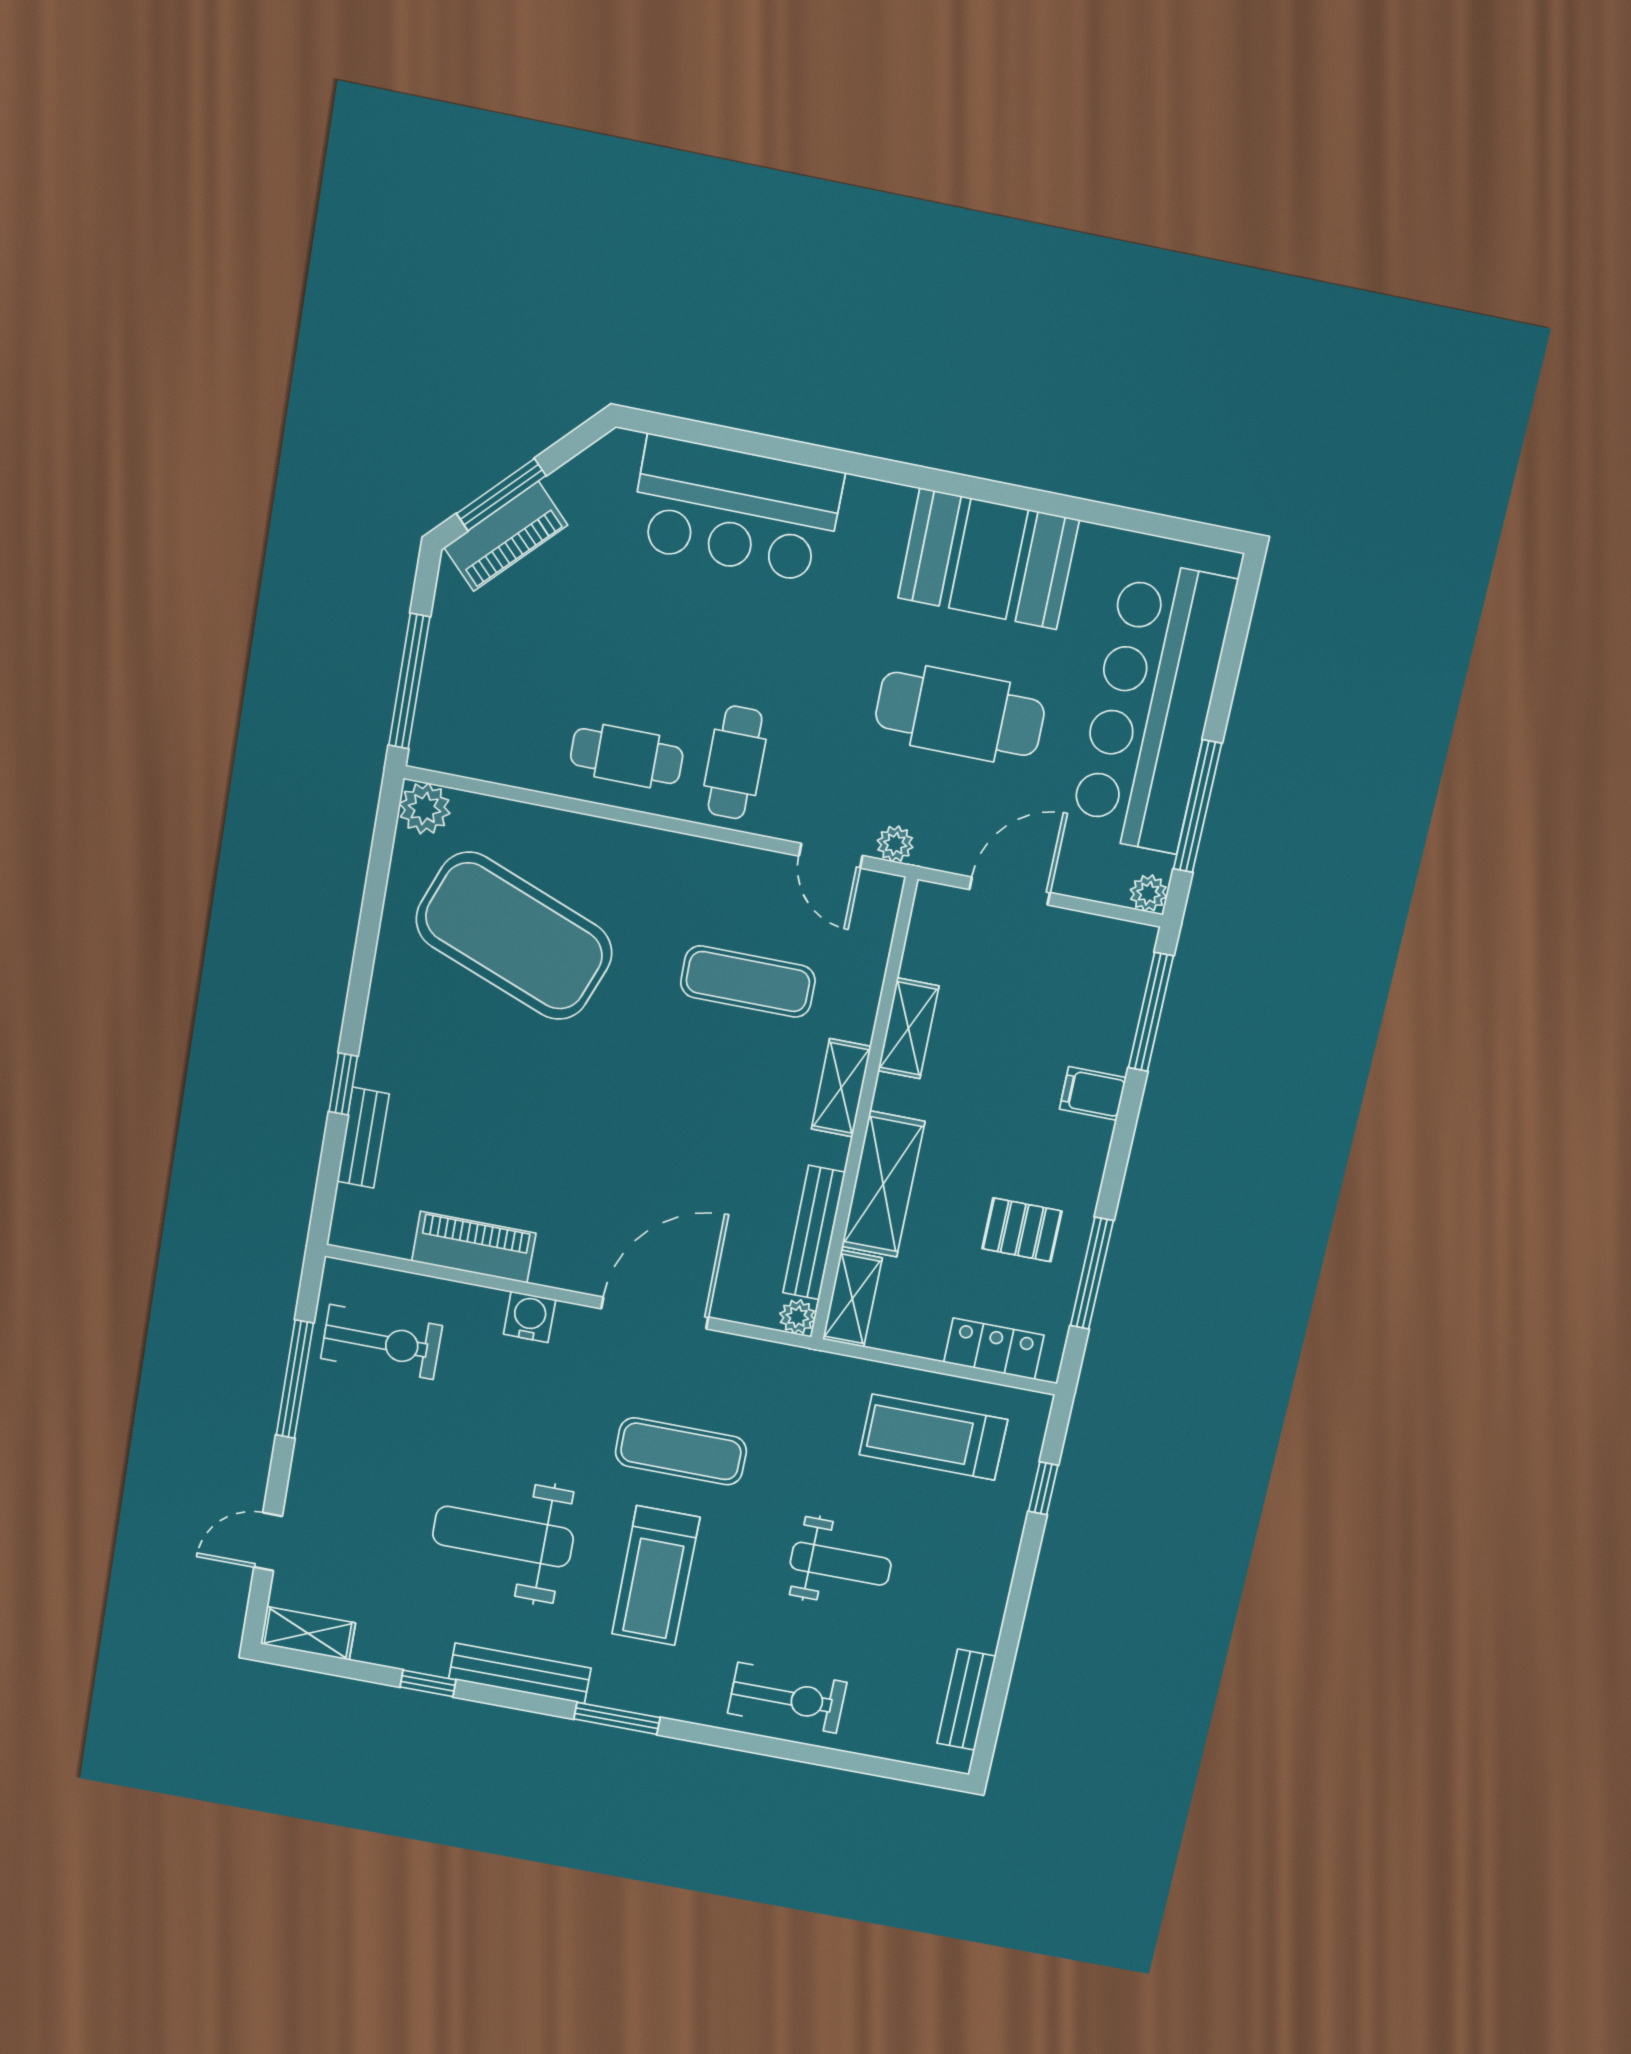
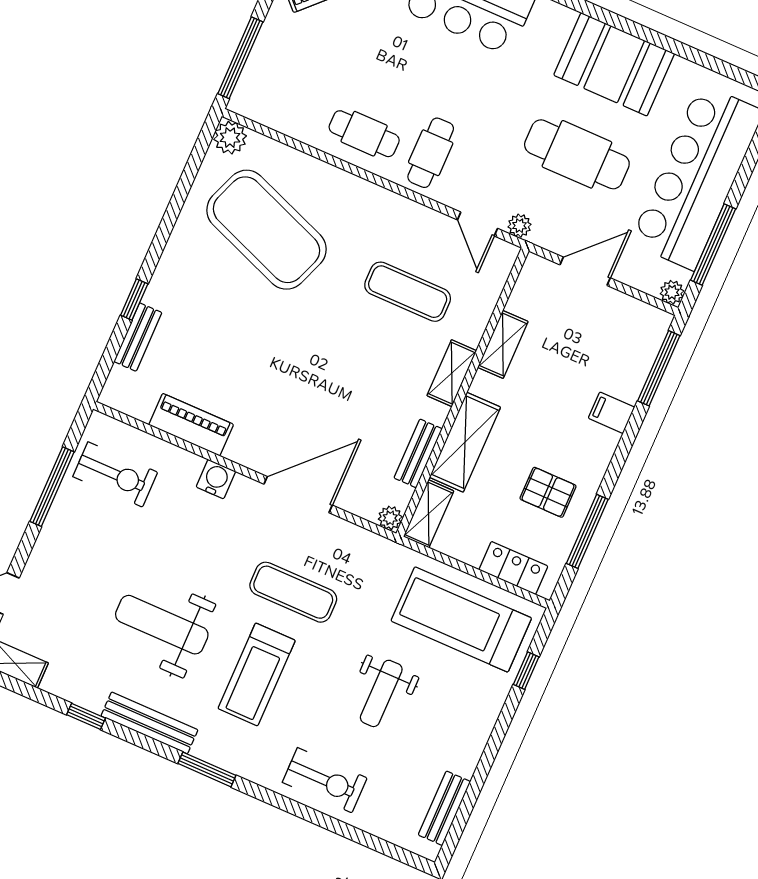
bench: (814, 1233) -> (418, 453), width x0.73
treadmill: (933, 1437) -> (461, 619), width x1.37, depth x1.38
weight bench: (841, 1564) -> (381, 693), turned 90

